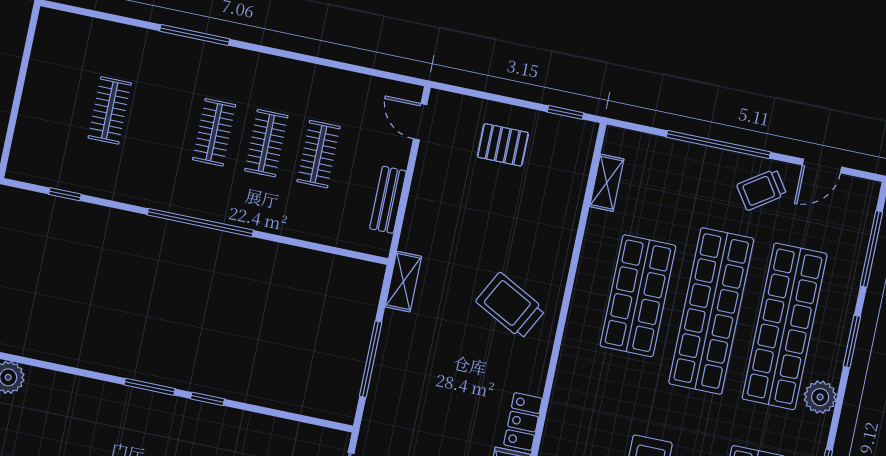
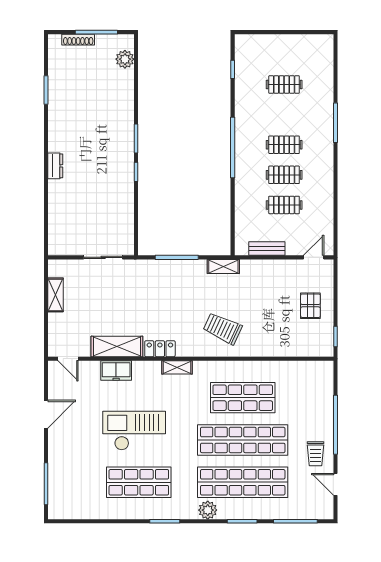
shelving: (607, 183) -> (177, 367), moved
trolley: (762, 190) -> (316, 454), turned -146
trolley: (511, 306) -> (223, 328), turned -93

